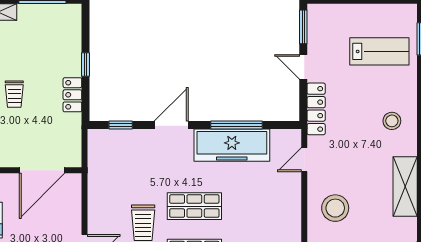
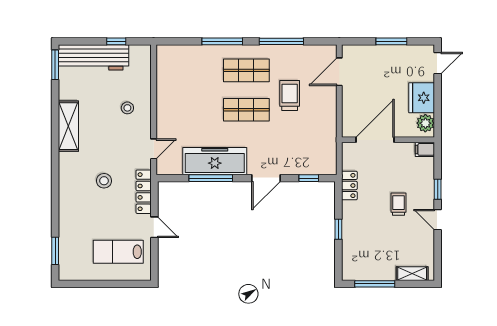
window: (303, 27) -> (154, 261), removed
lab bench: (379, 51) -> (118, 252), moved
locker: (72, 95) -> (349, 185), moved
stool: (392, 121) -> (104, 181), moved
stool: (335, 208) -> (127, 108), width x0.53, depth x0.53

